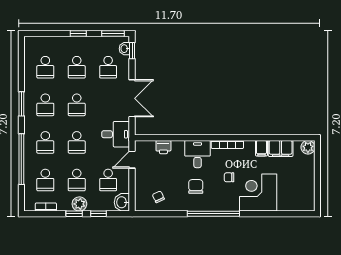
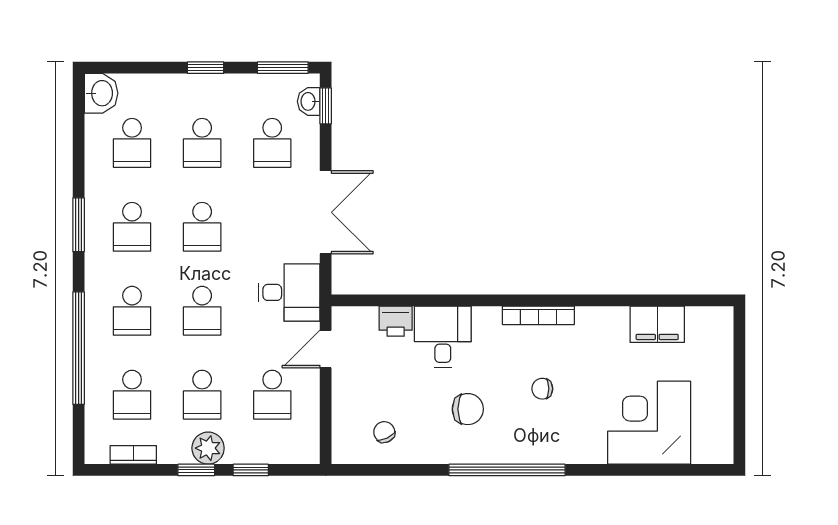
plant: (308, 147) -> (718, 322), removed
filing cabinet: (261, 148) -> (615, 324), removed
desk: (198, 154) -> (443, 337), moved
chair: (196, 186) -> (468, 409), turned 90
corner desk: (258, 193) -> (649, 423), moved
washbasin: (122, 202) -> (101, 93), moved, turned 180

